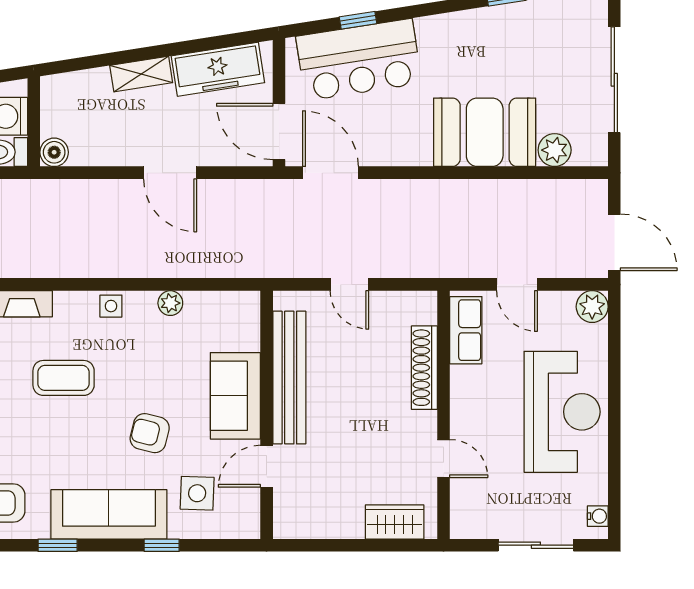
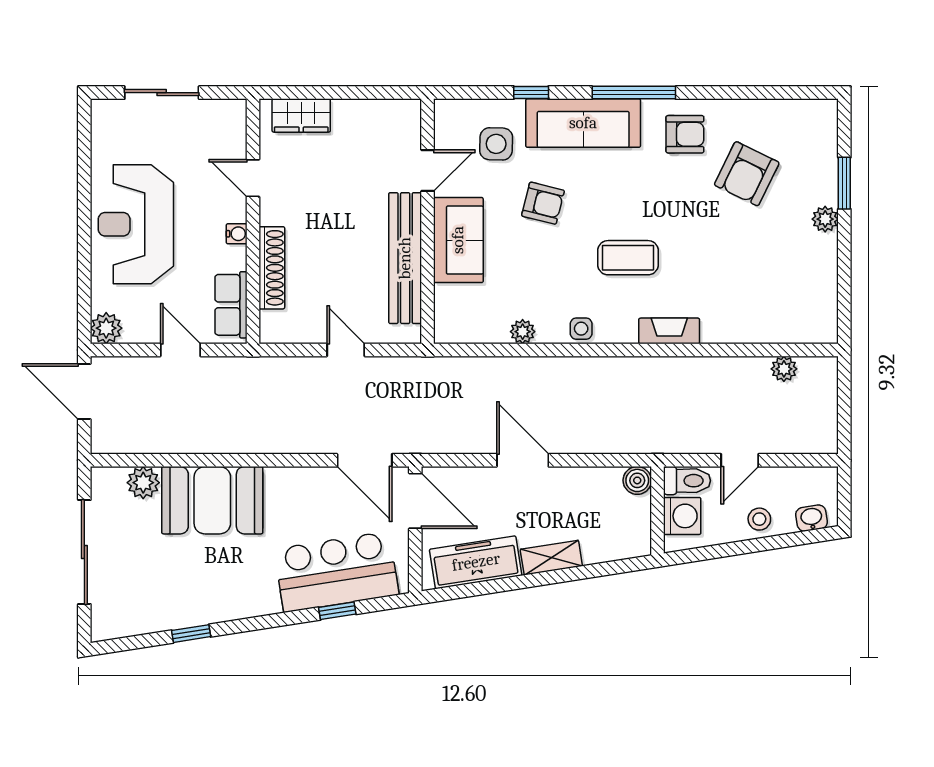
water cooler: (598, 516) -> (237, 234), moved, turned 180
window: (58, 545) -> (634, 93), width x2.17

